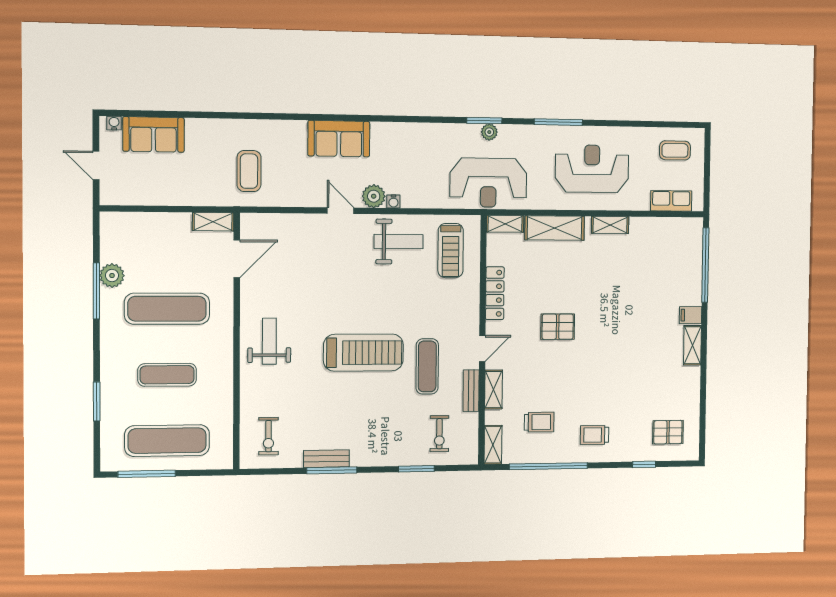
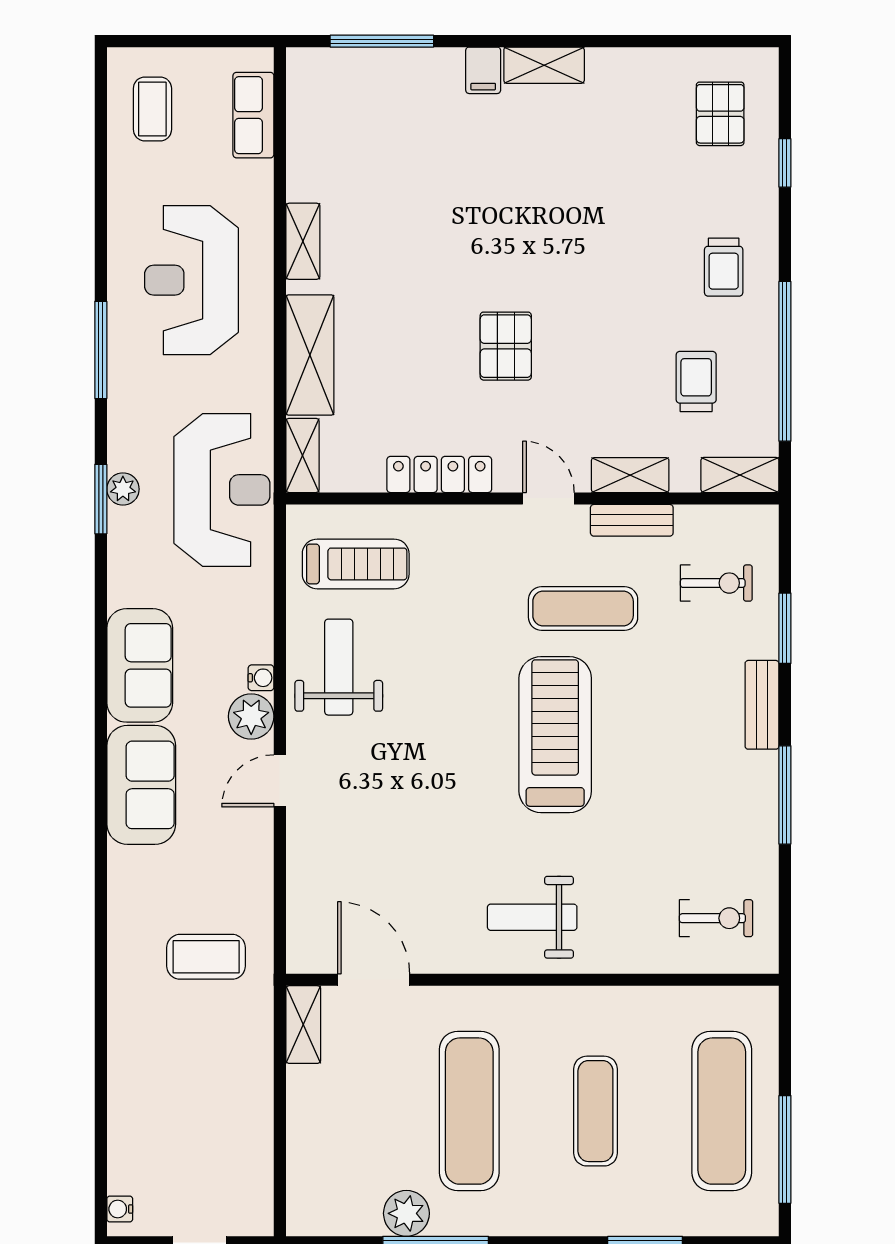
sofa: (154, 134) -> (140, 665), moved
window: (705, 265) -> (382, 41), width x0.68
bench: (326, 459) -> (762, 705), moved

